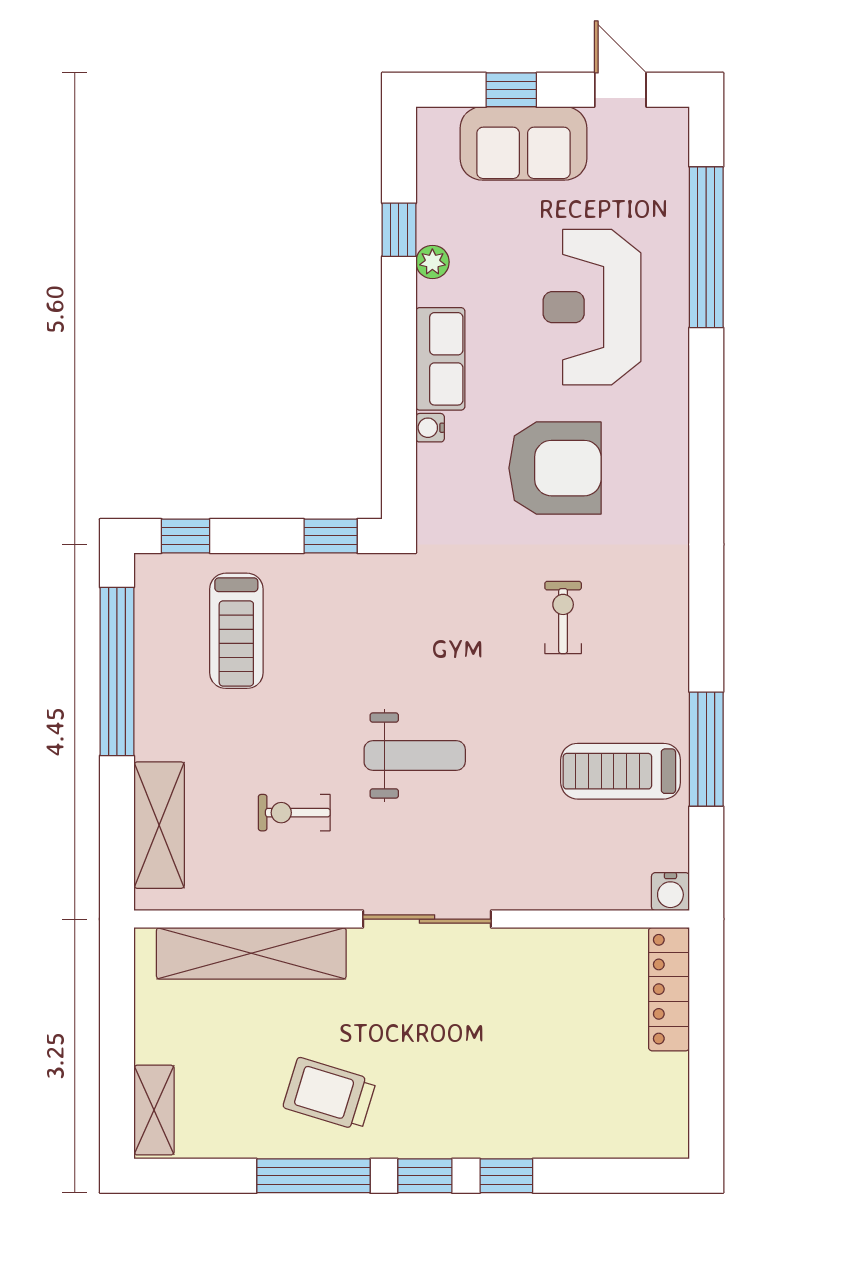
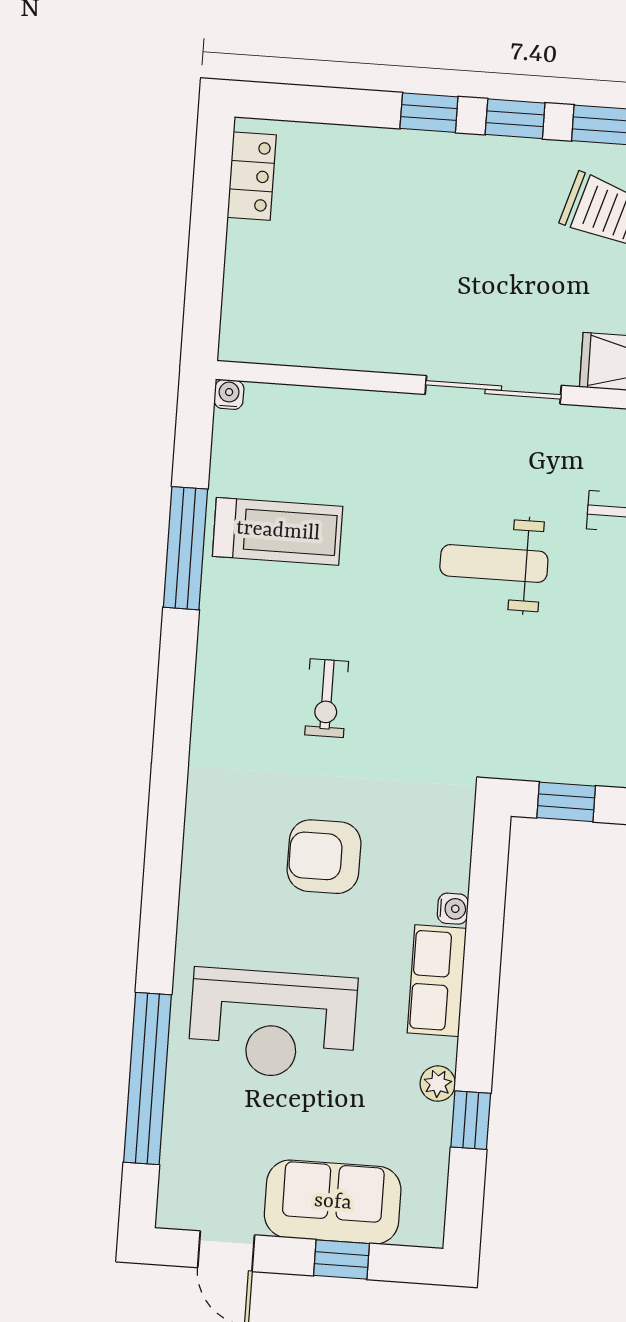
reception desk: (592, 307) -> (273, 1024), turned 90
armchair: (555, 468) -> (324, 857), width x0.73, depth x0.73
water cooler: (670, 892) -> (229, 394), width x0.72, depth x0.72
locker: (669, 989) -> (252, 176), moved, width x0.66

